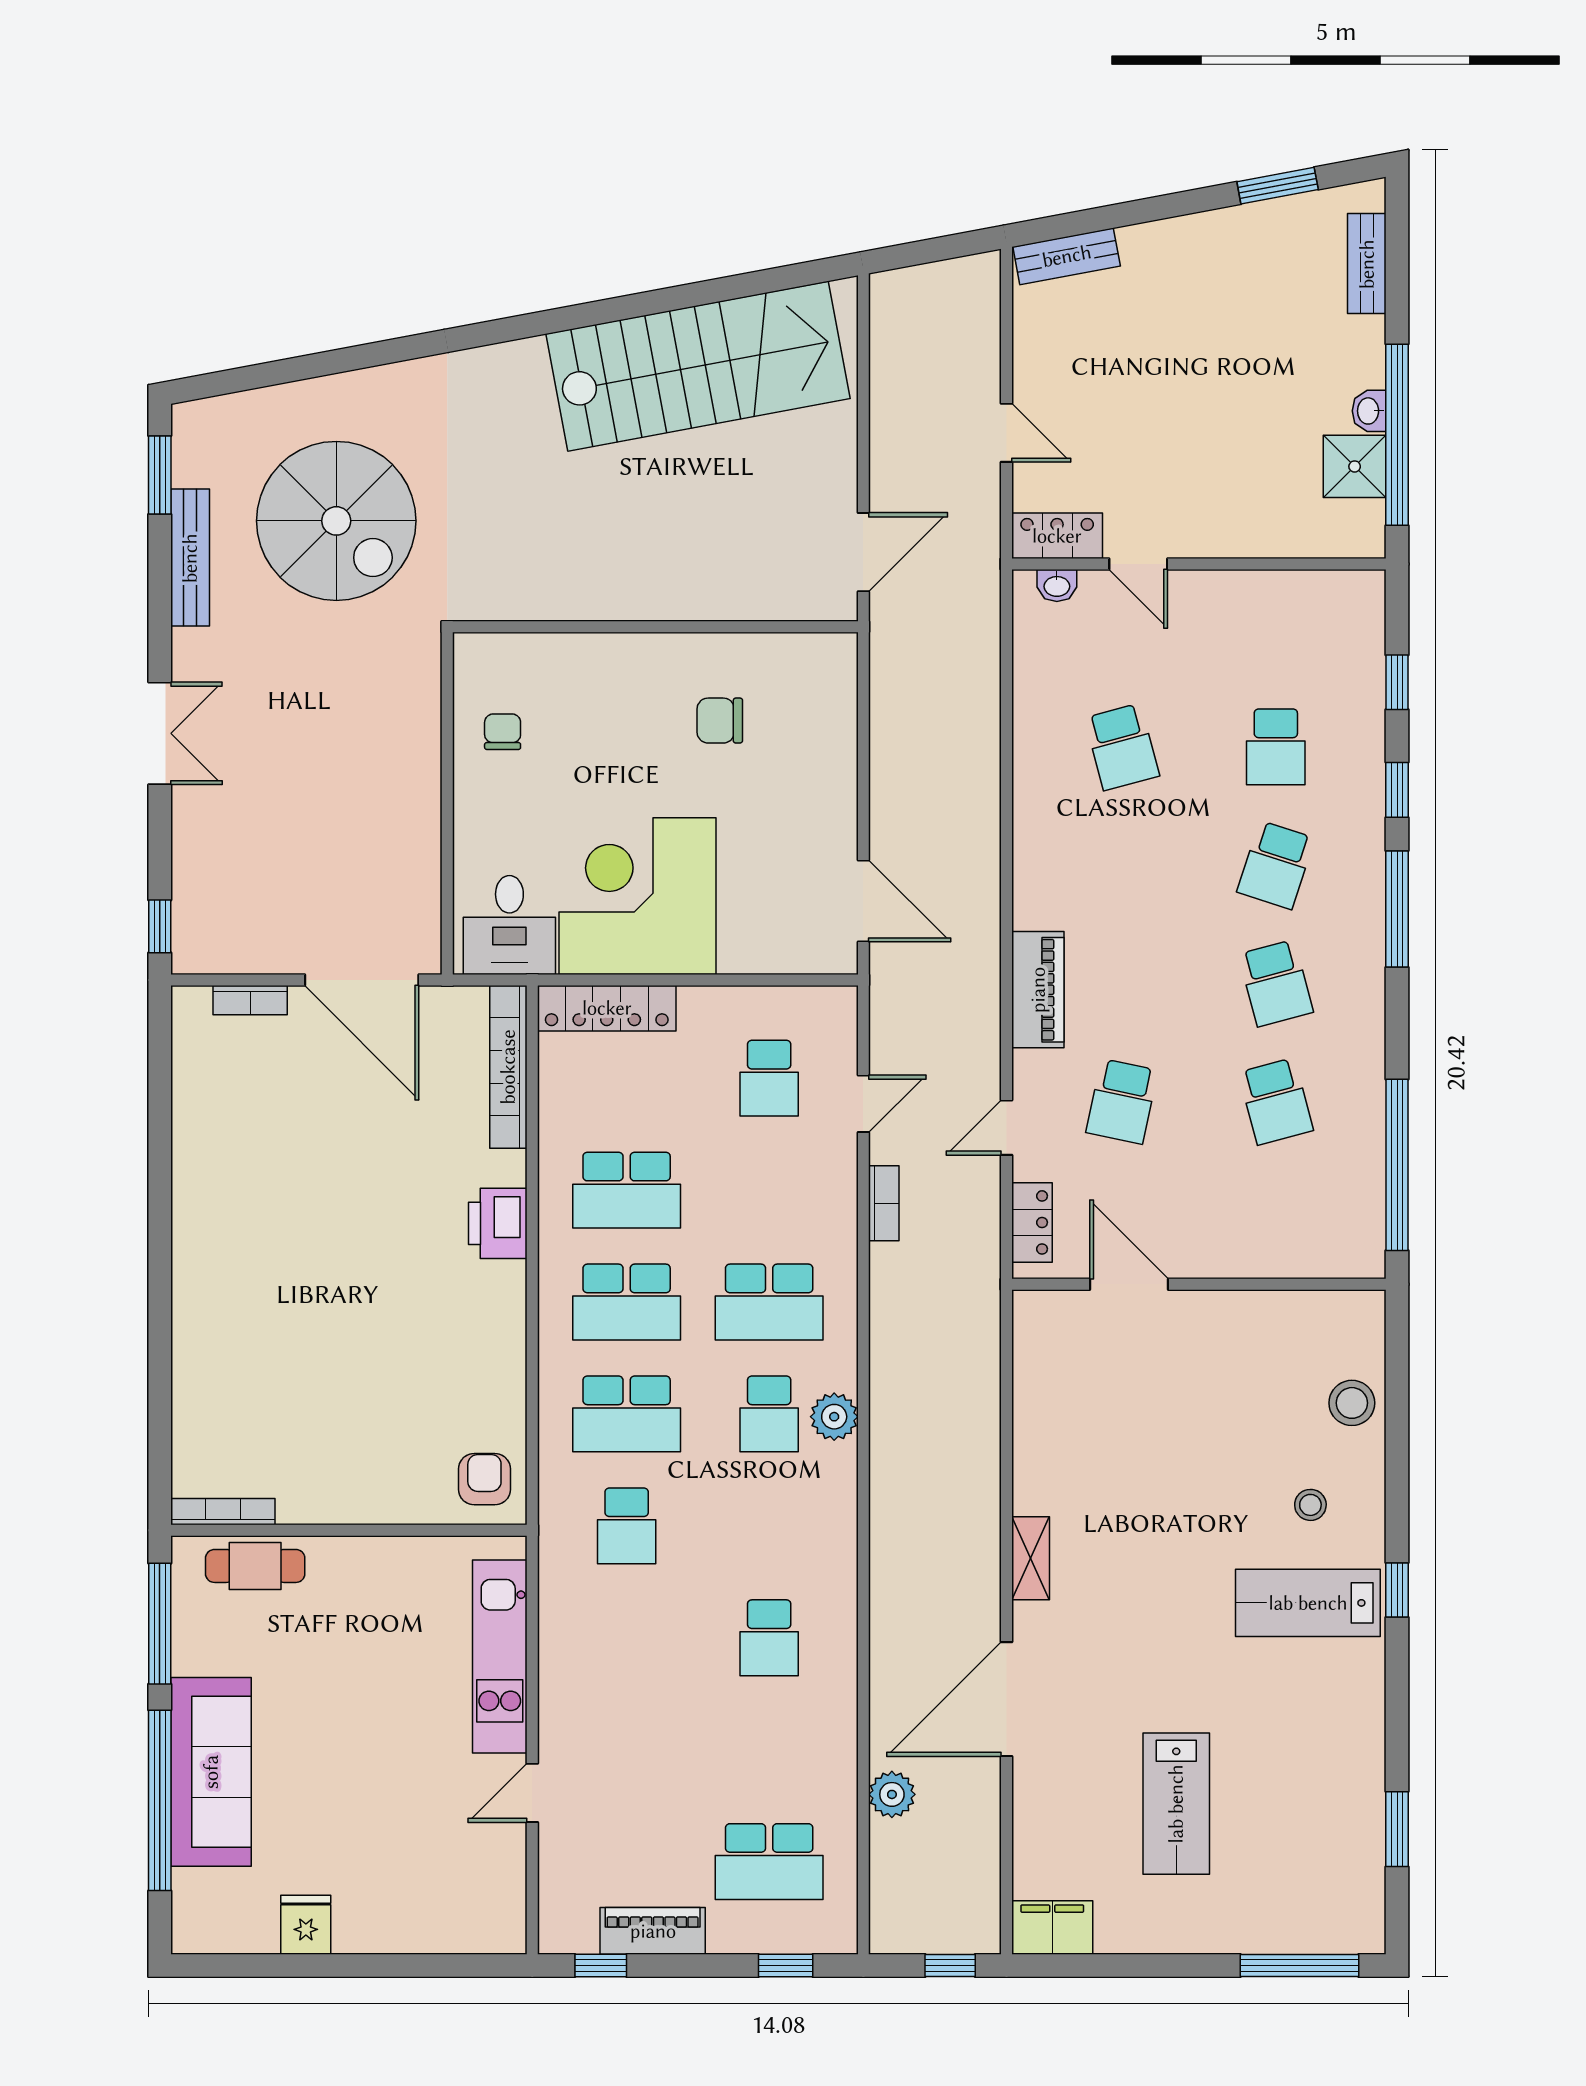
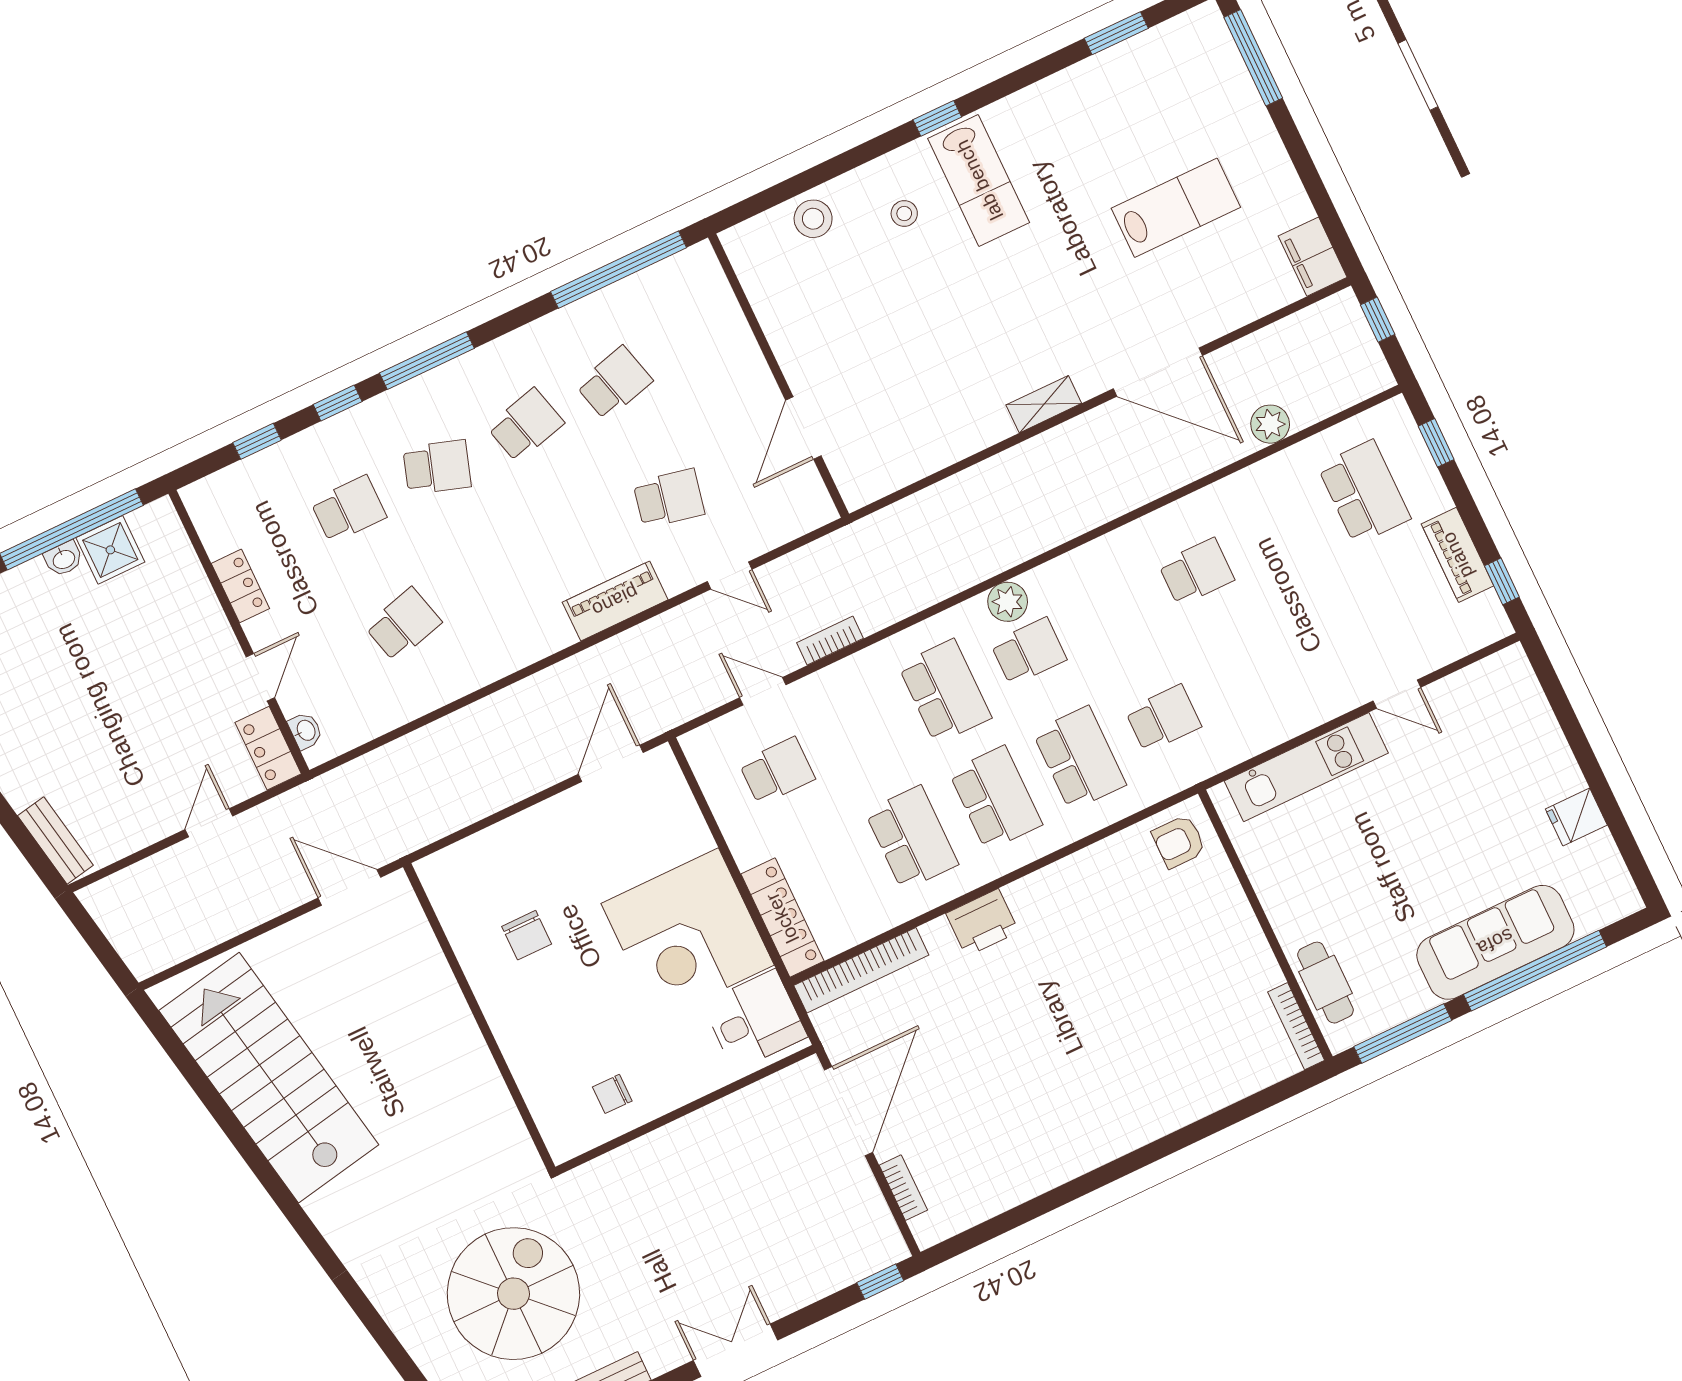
locker: (1032, 1222) -> (240, 586), moved, turned 90

